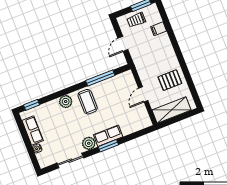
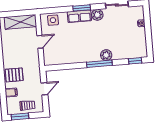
window: (100, 78) -> (99, 64), moved
pallet: (170, 80) -> (14, 75), moved
coffee table: (88, 102) -> (88, 50), removed
side table: (136, 123) -> (53, 20), added
row of seats: (33, 130) -> (141, 39), removed

